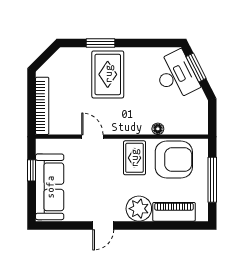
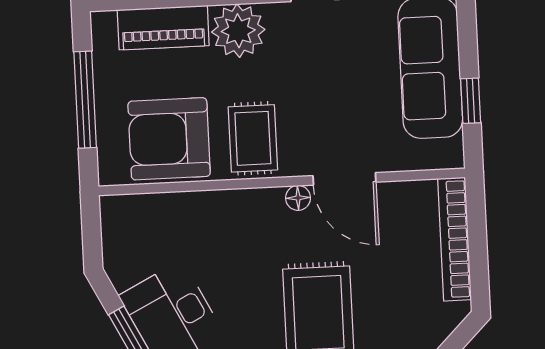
floor lamp: (158, 129) -> (298, 198), moved
door: (92, 137) -> (344, 179), width x1.38

